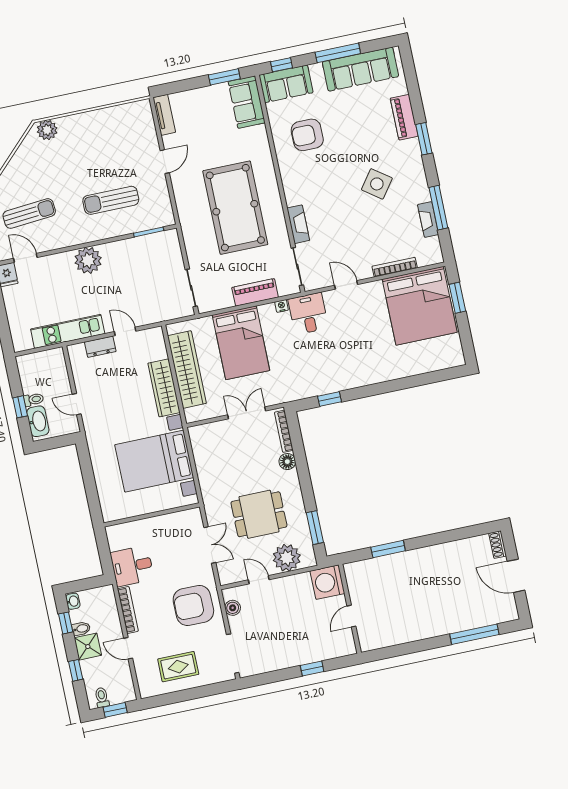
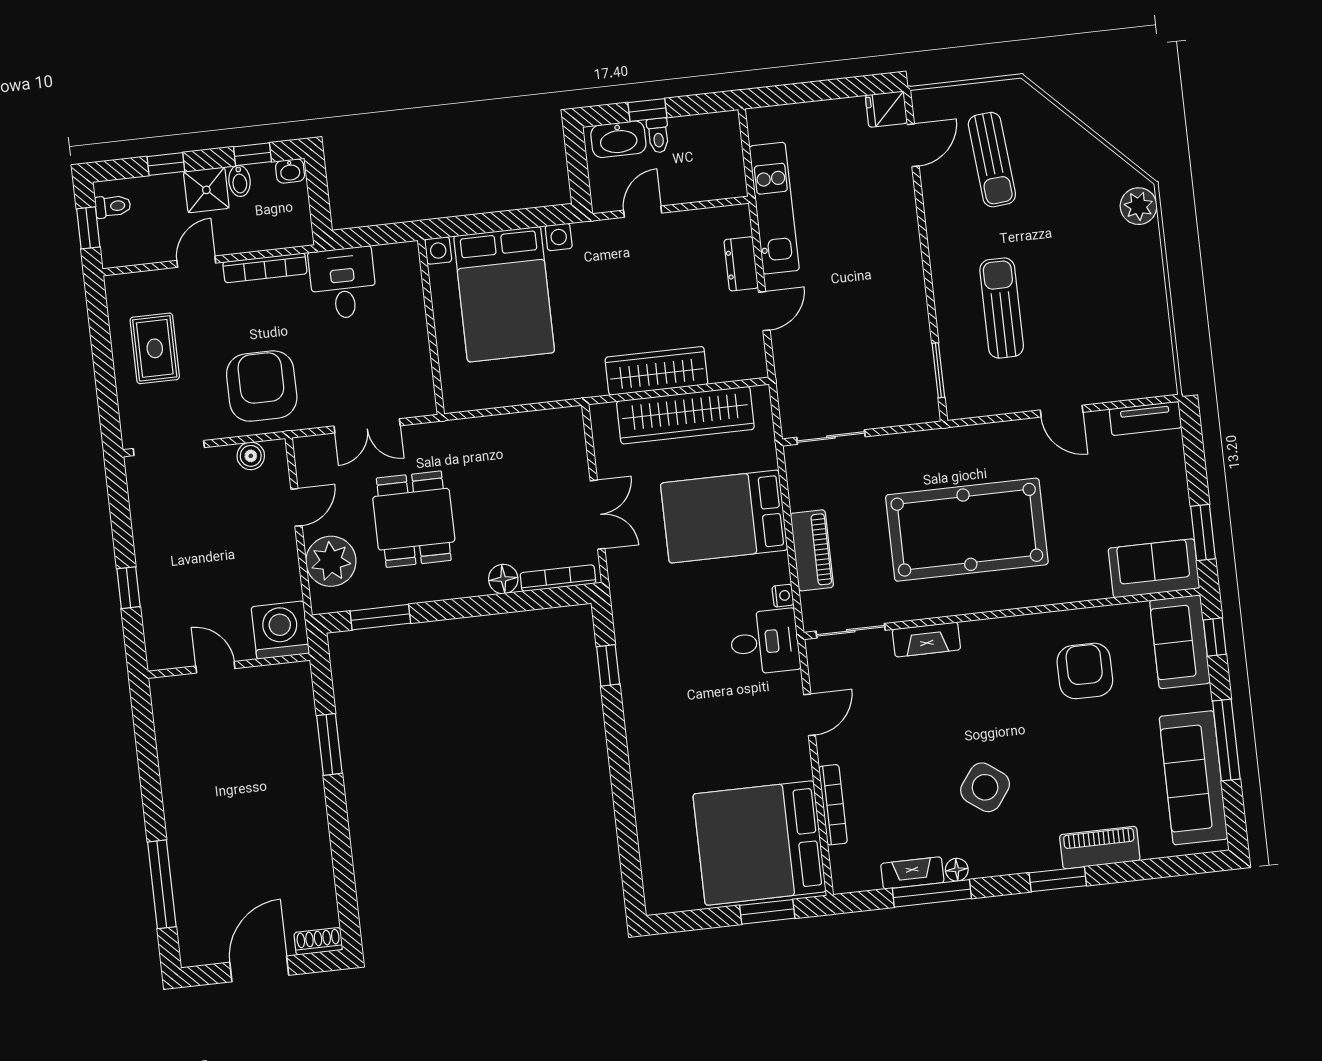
floor lamp: (424, 195) -> (957, 870), added
plant: (88, 260) -> (898, 257), removed
bed with nightstands: (154, 461) -> (504, 294), moved, turned 180

